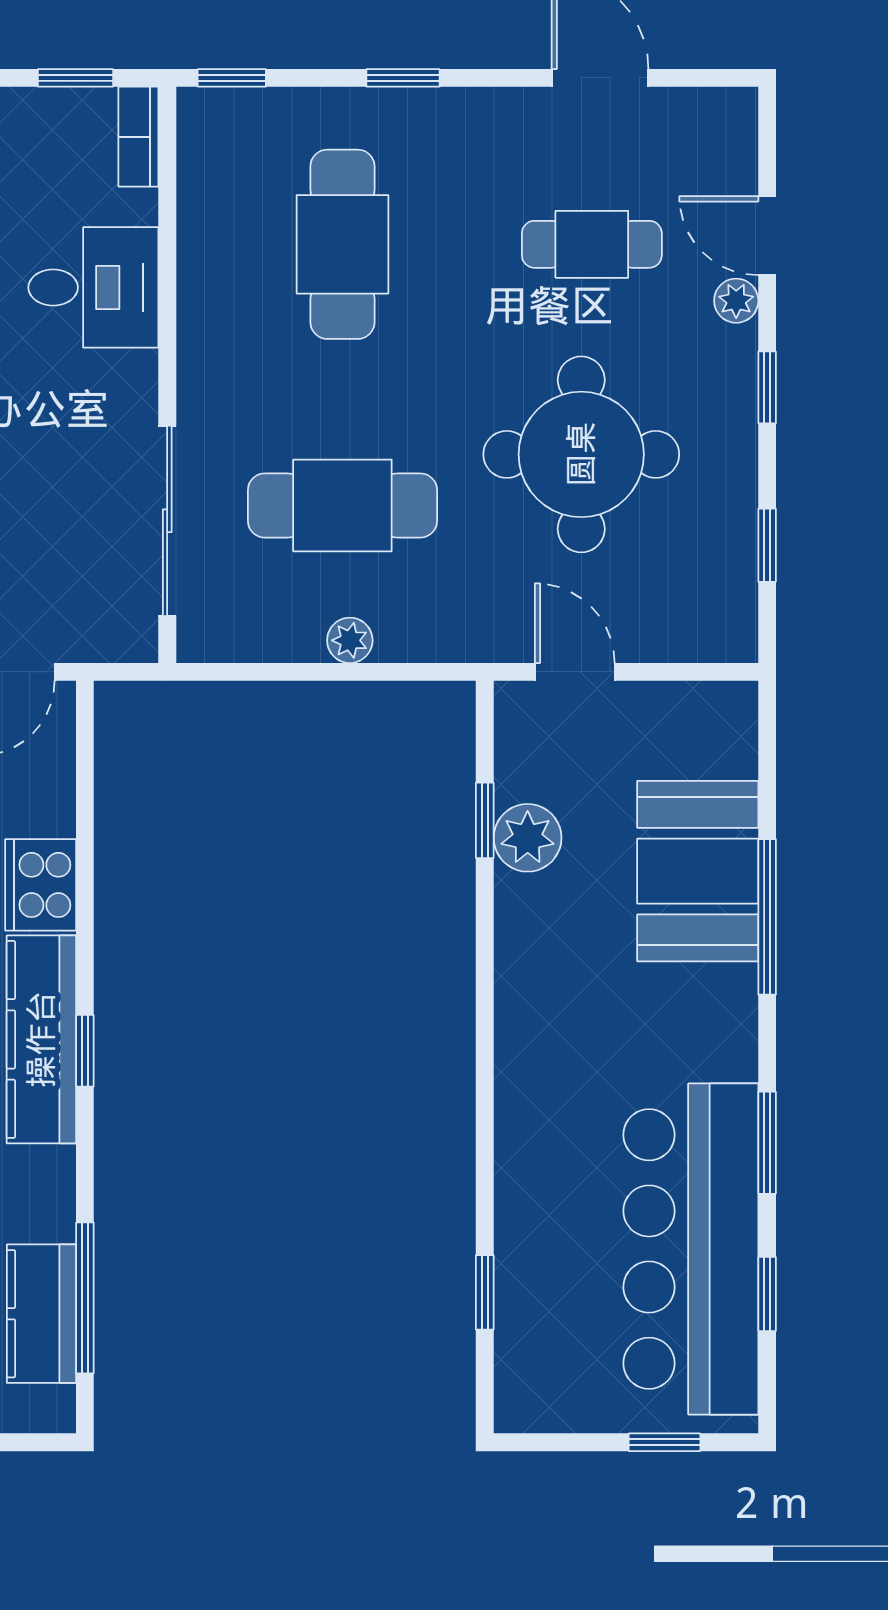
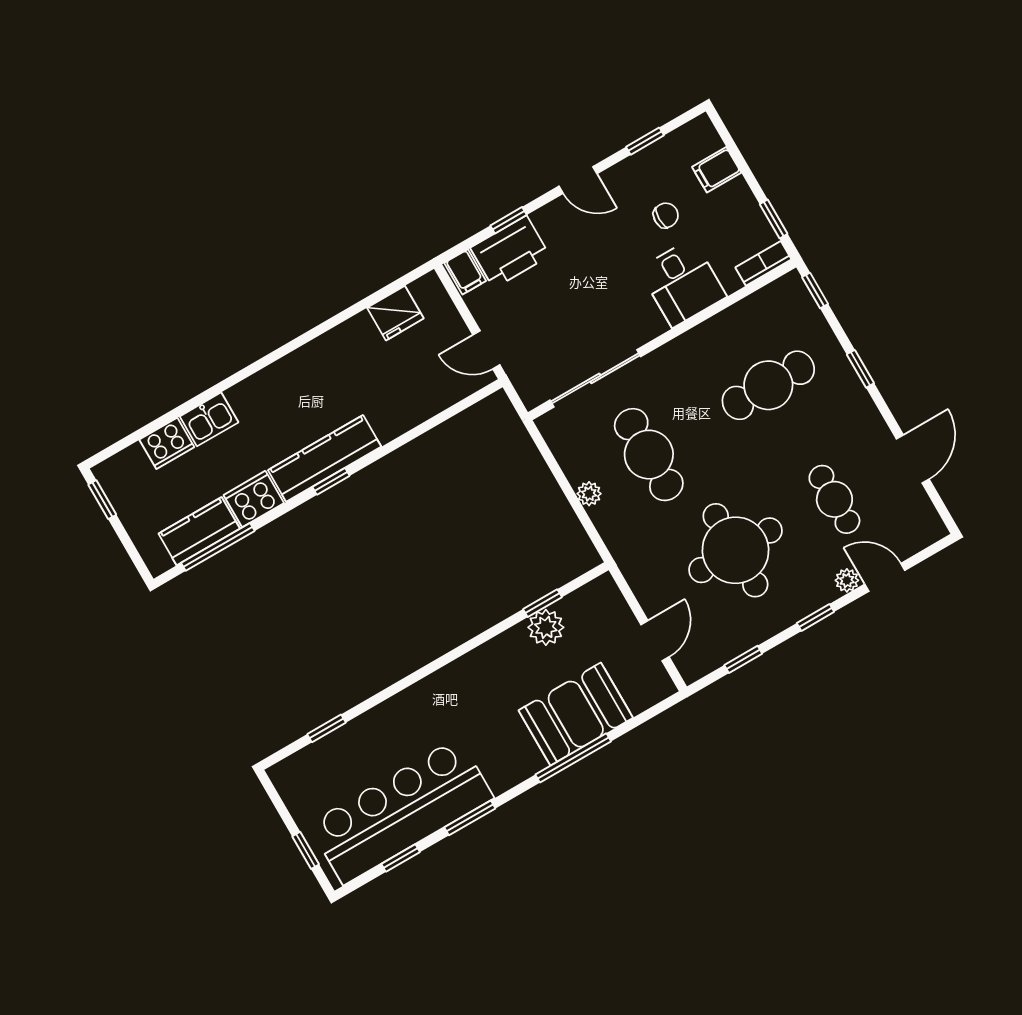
door: (767, 236) -> (885, 577), hinge flipped
door: (575, 672) -> (655, 641), moved
cooker: (41, 885) -> (254, 499), moved

